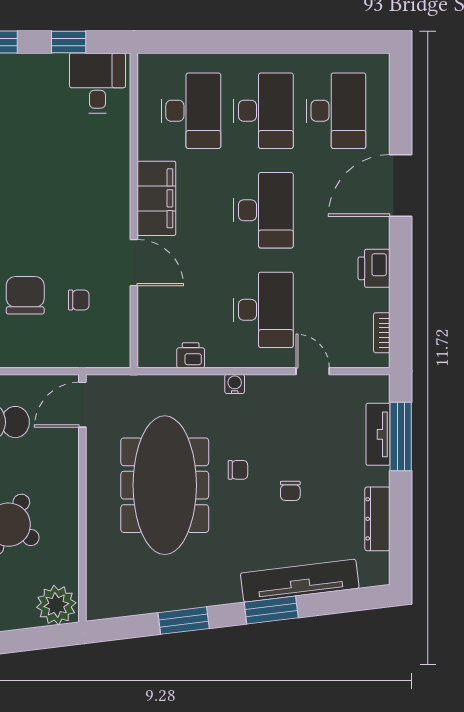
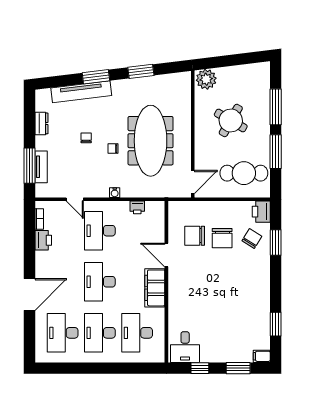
printer: (374, 268) -> (43, 240), moved
chair: (79, 300) -> (195, 236), width x1.87, depth x1.87
dresser: (377, 519) -> (41, 123), width x0.70

